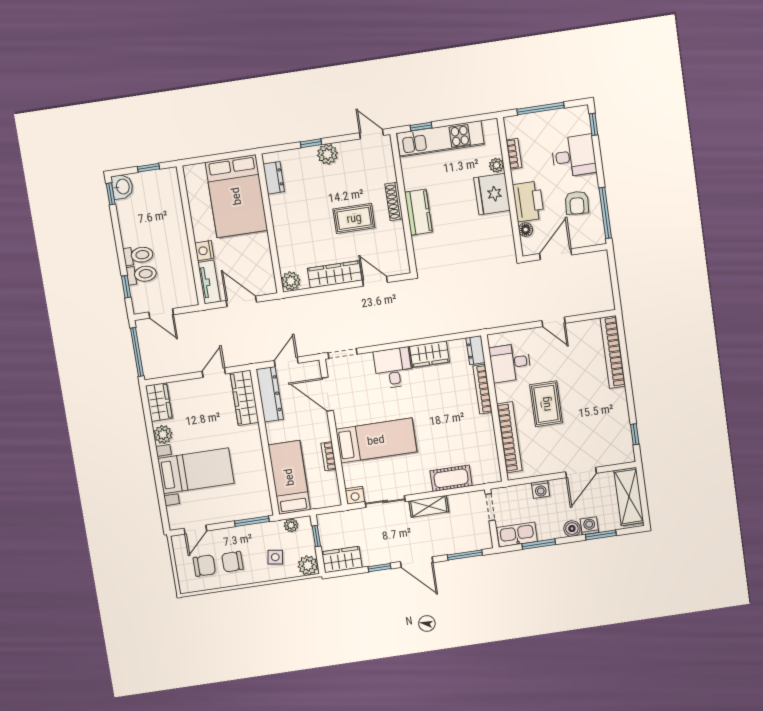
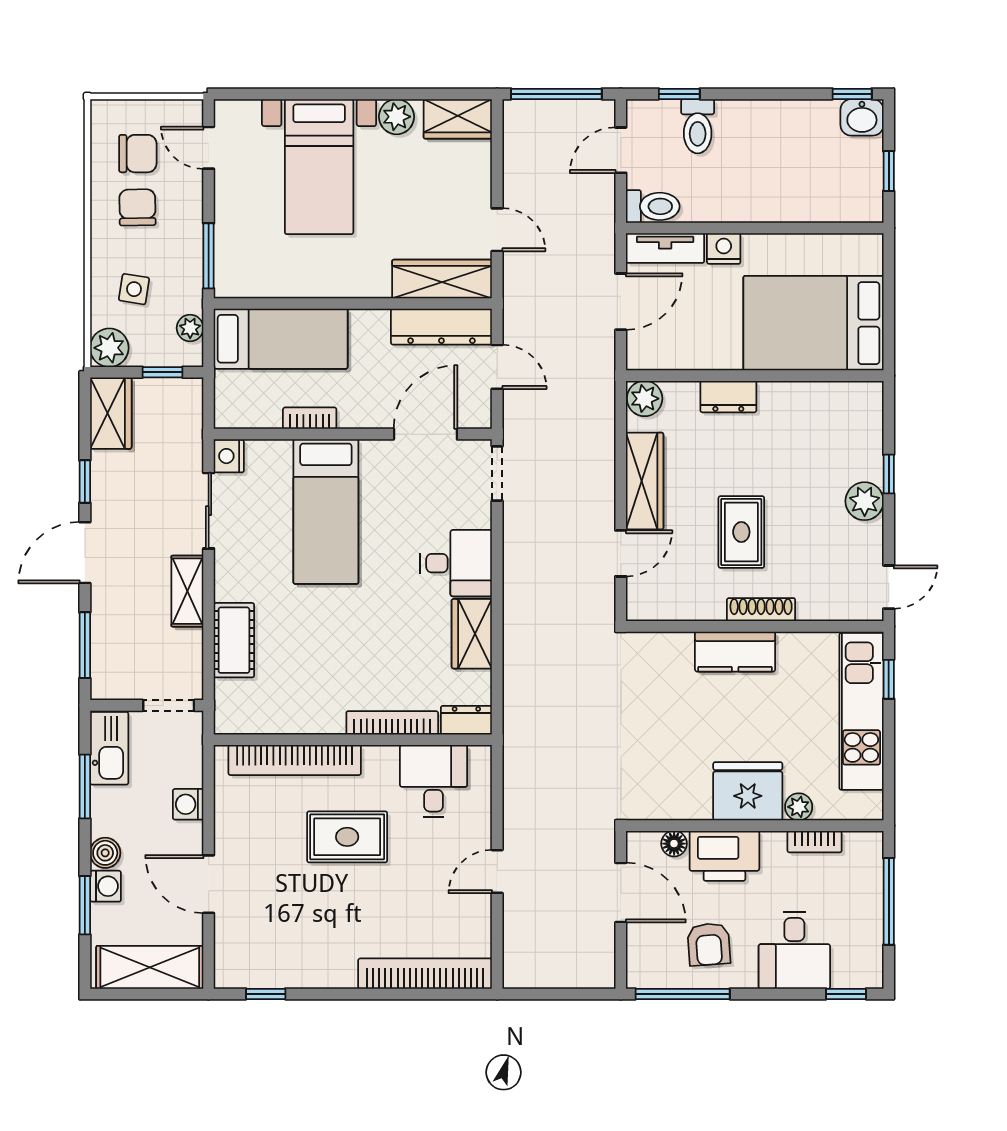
dresser: (274, 178) -> (728, 397), moved
armchair: (577, 203) -> (709, 944), turned -98
toilet: (138, 255) -> (653, 206), moved, turned -90
chair: (204, 566) -> (138, 154), turned -90

